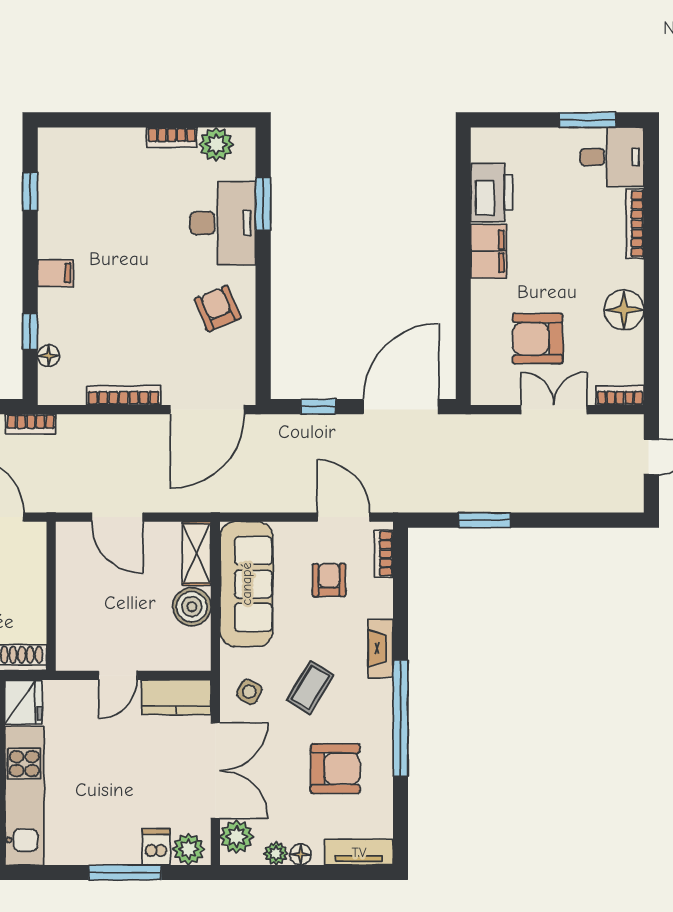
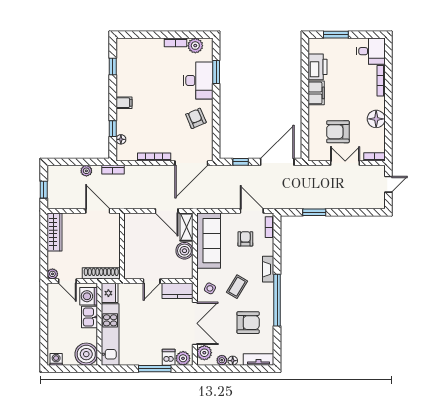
window: (588, 120) -> (336, 35), moved
door: (117, 517) -> (167, 211), moved

